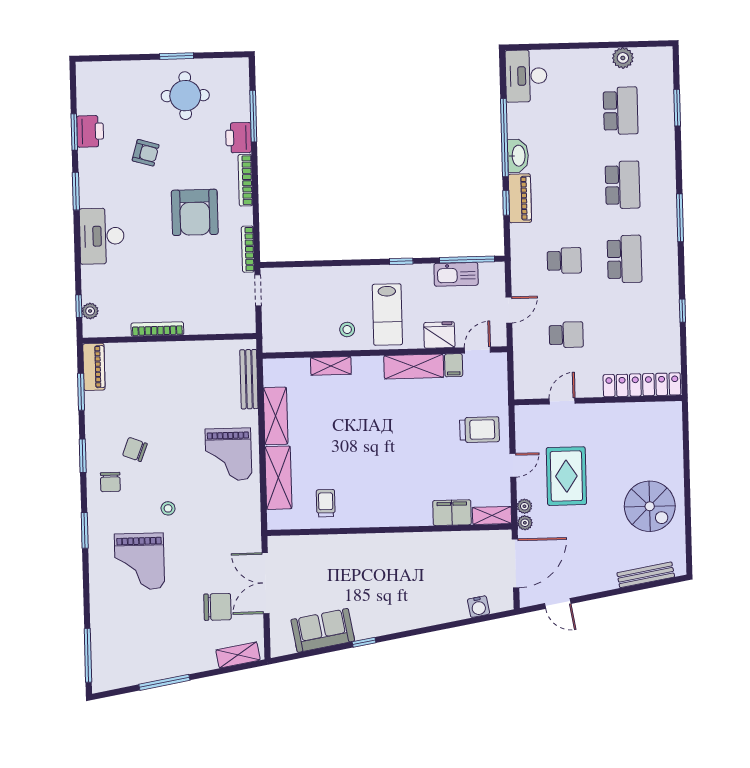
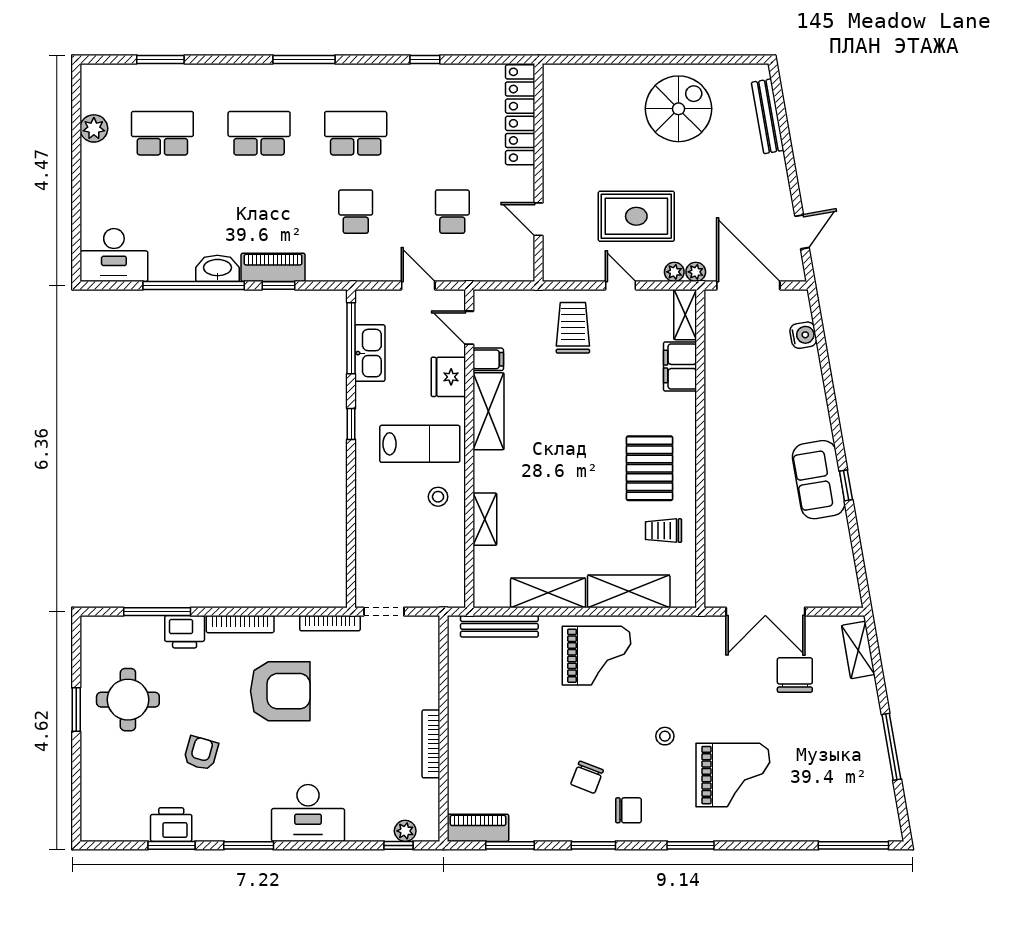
pallet: (373, 491) -> (650, 468), added
sofa: (323, 630) -> (819, 480), moved

